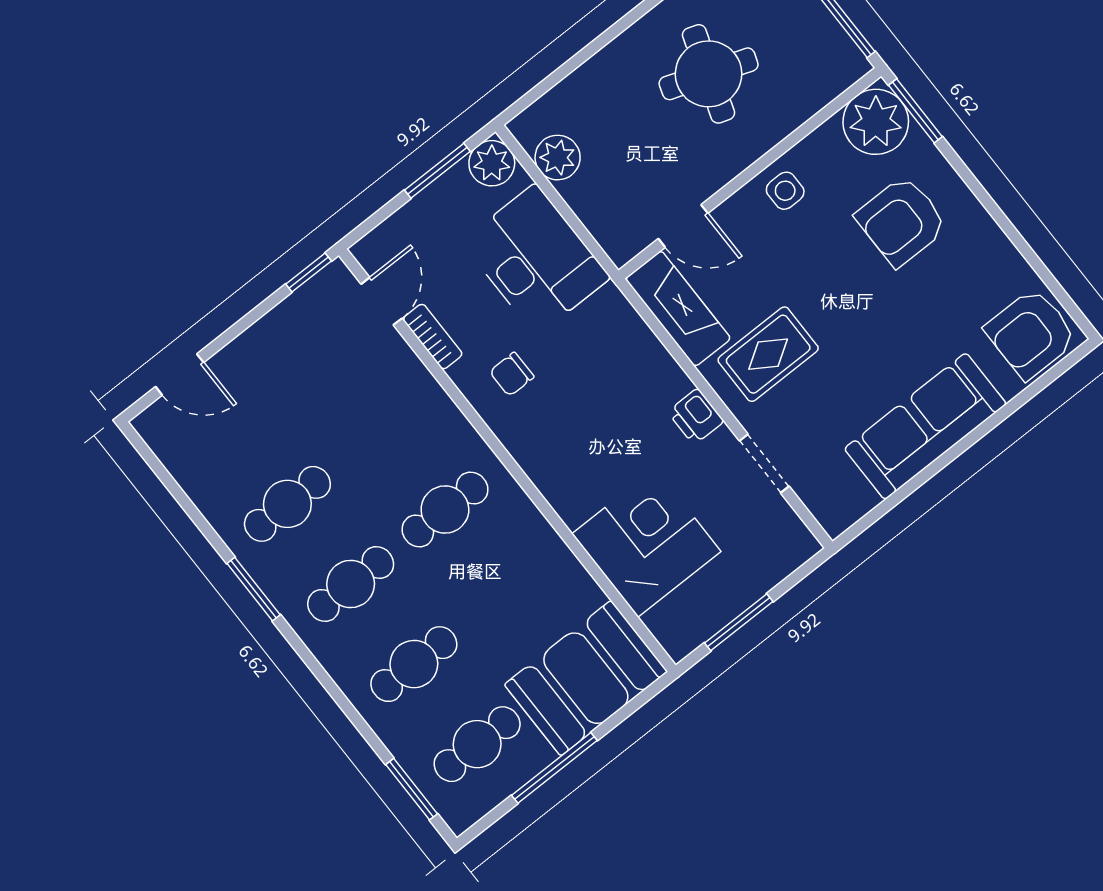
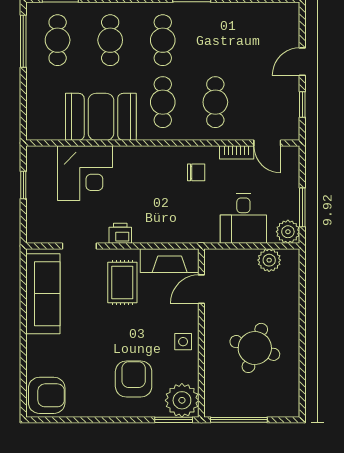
desk: (536, 260) -> (243, 219), width x0.73
window: (309, 273) -> (302, 104), moved
armchair: (1031, 334) -> (47, 395), turned 90
door: (180, 374) -> (302, 62), moved
chair: (512, 374) -> (196, 172), turned 90
sofa: (925, 426) -> (43, 294), moved
cafe table: (287, 504) -> (215, 102), moved
window: (739, 622) -> (23, 185), width x0.67
booth: (586, 678) -> (101, 117), moved, turned 90
window: (554, 768) -> (23, 41), moved

